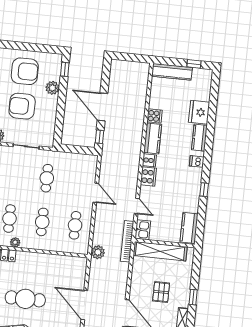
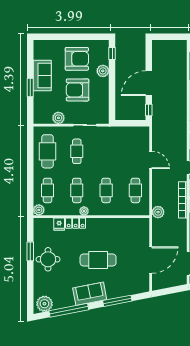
door: (103, 107) -> (149, 83), hinge flipped
cafe table: (47, 178) -> (77, 151), moved
door: (84, 305) -> (151, 260), swing flipped

